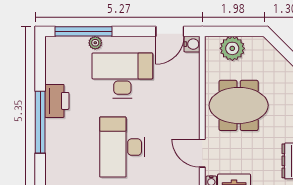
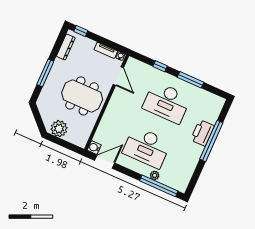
plant: (232, 48) -> (59, 129), moved
printer: (57, 101) -> (202, 133), moved
desk: (122, 147) -> (167, 102), turned 90

